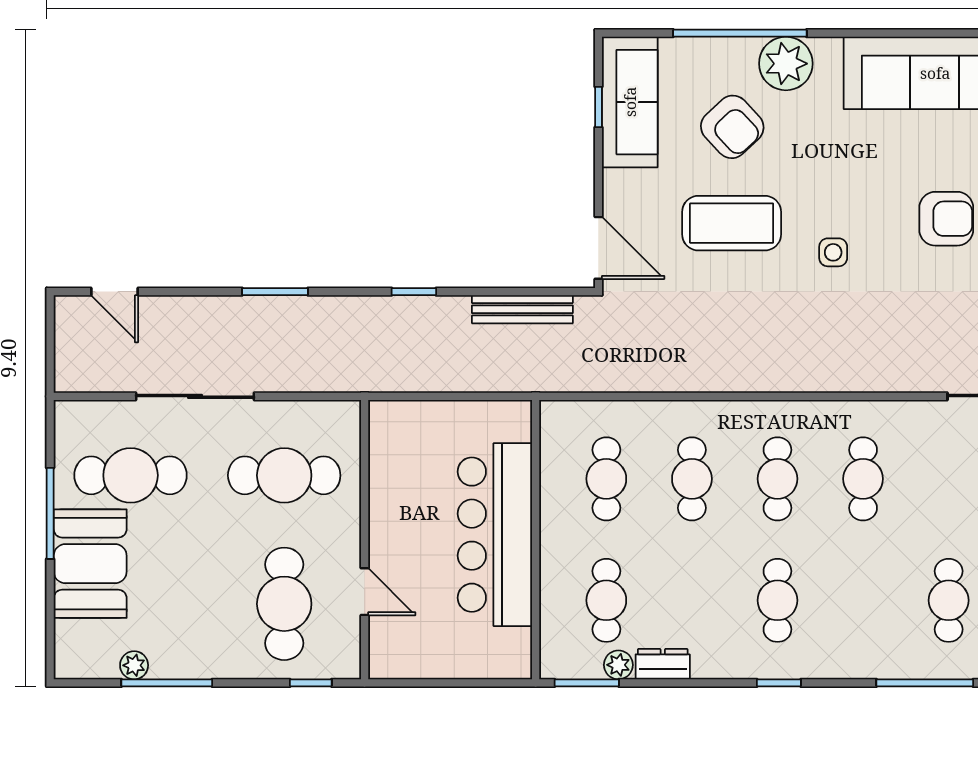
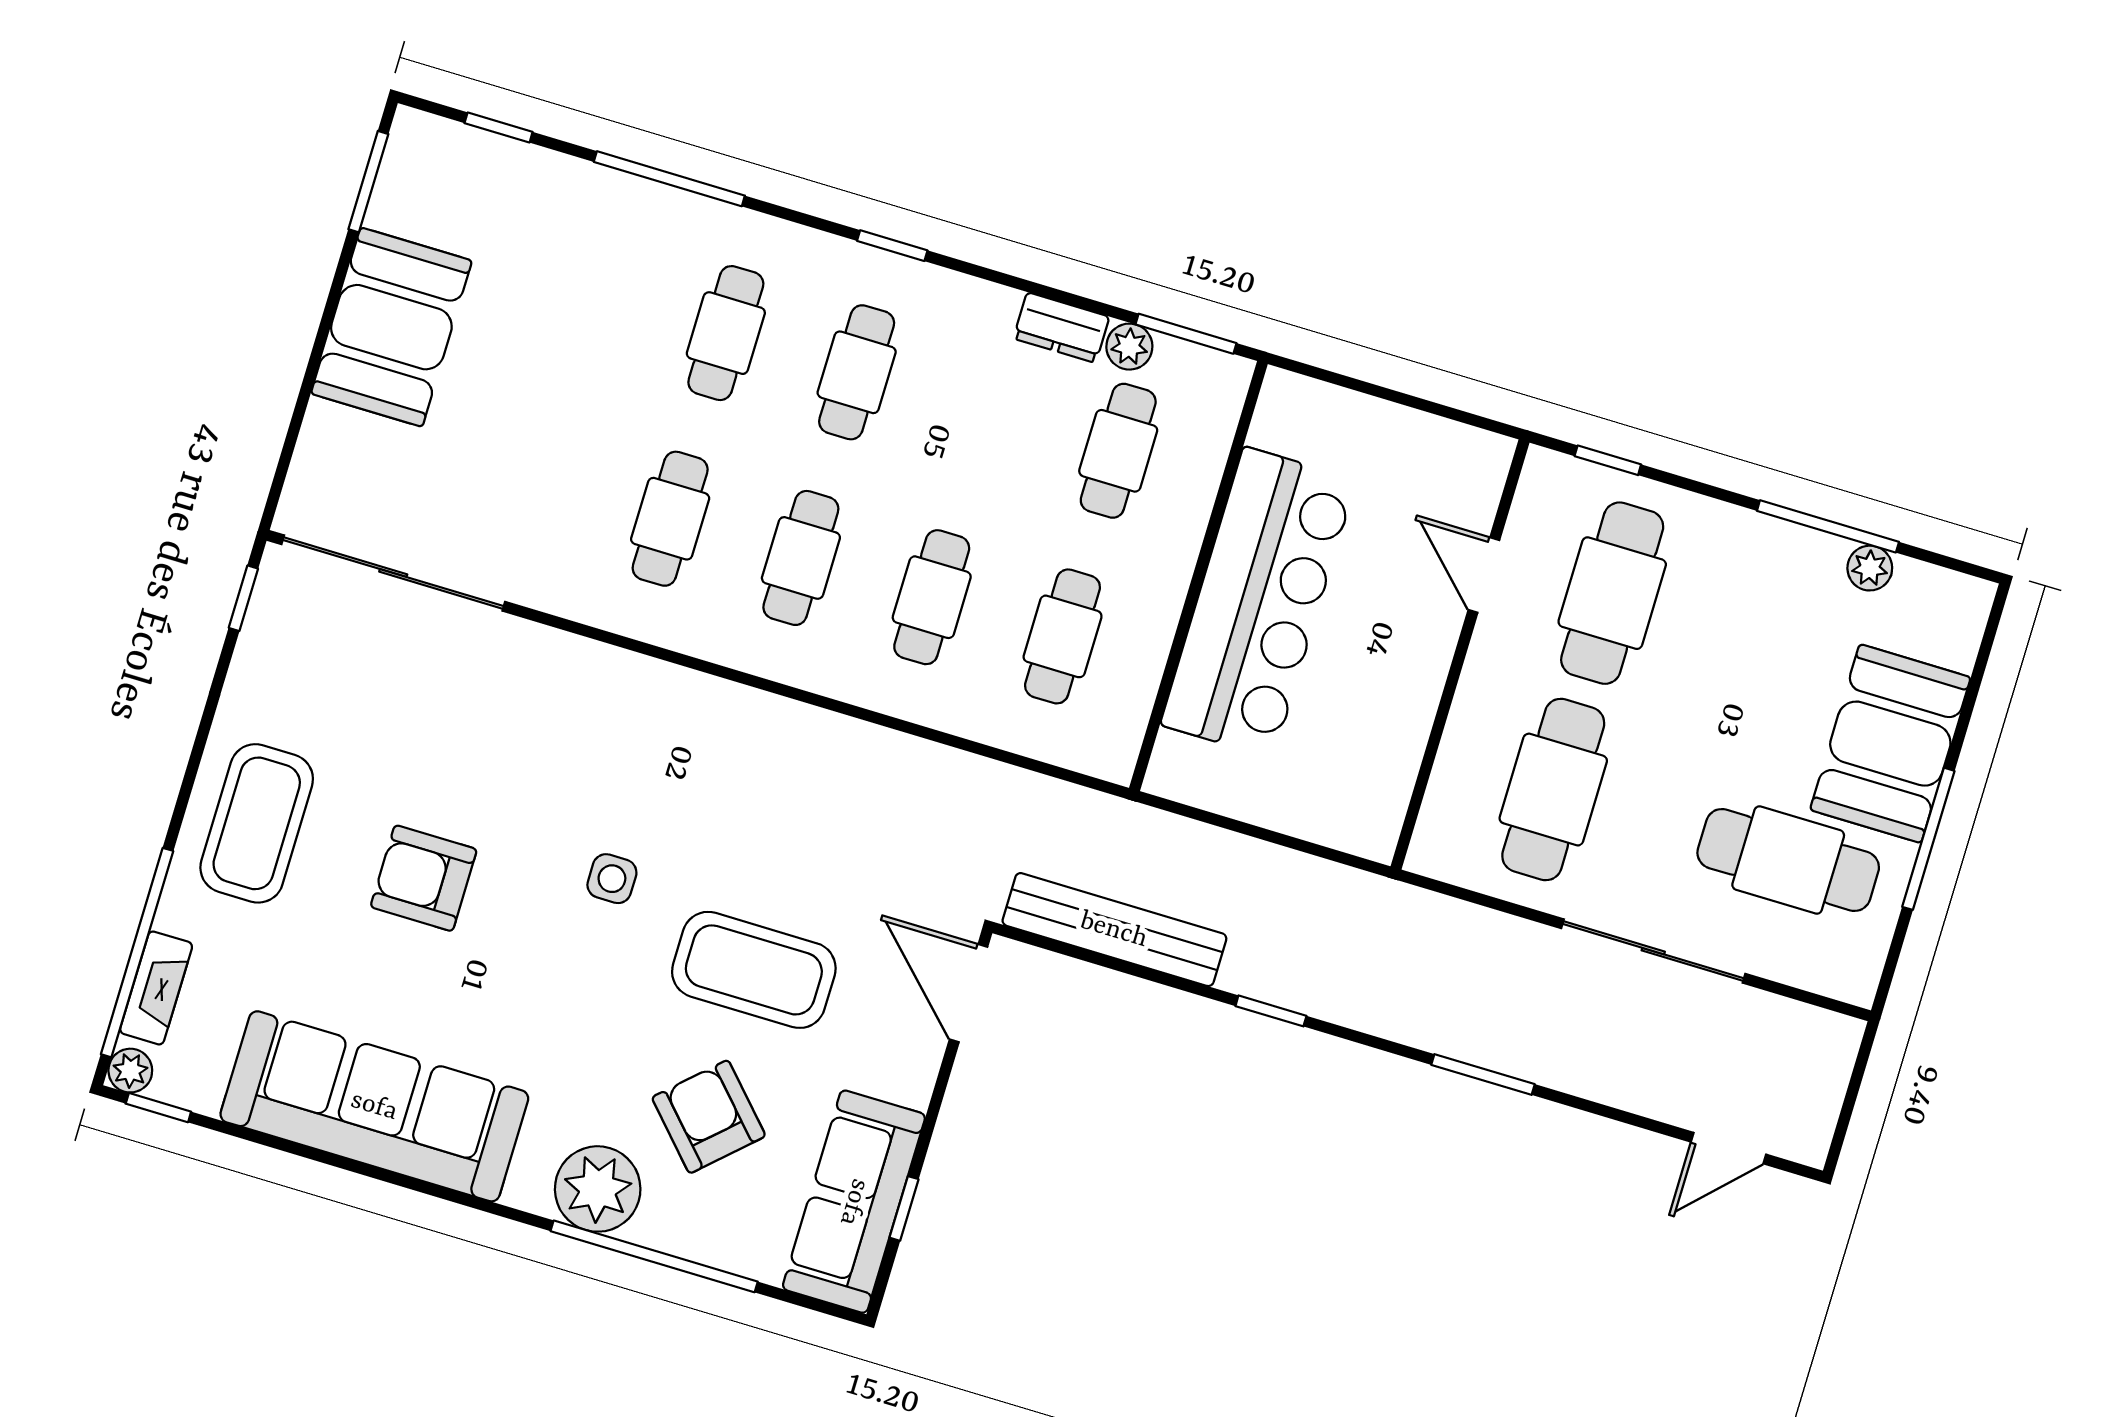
door: (114, 292) -> (1729, 1148), swing flipped
bench: (522, 309) -> (1114, 930), width x1.37, depth x1.21
cafe table: (284, 475) -> (1553, 790), turned 90
cafe table: (949, 600) -> (726, 333), moved

